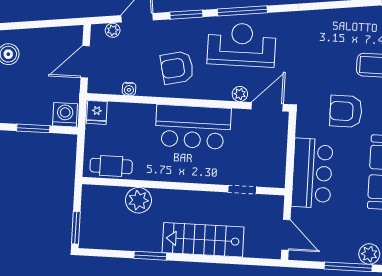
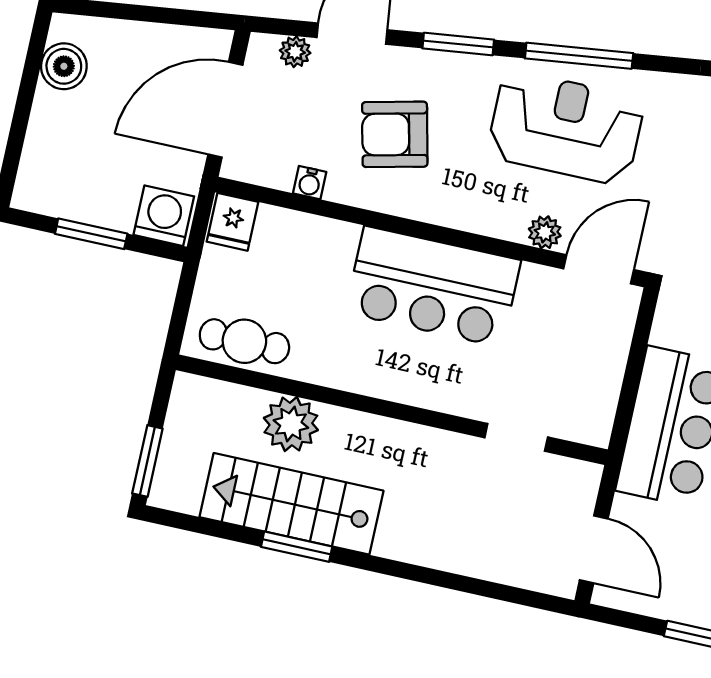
door: (85, 62) -> (225, 110), width x1.36
armchair: (177, 68) -> (395, 134), moved
stairs: (203, 240) -> (291, 504), moved

